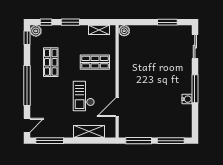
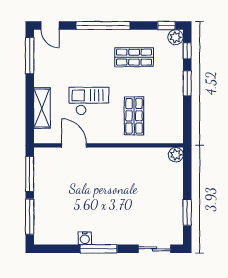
shelving: (99, 30) -> (177, 121), removed

